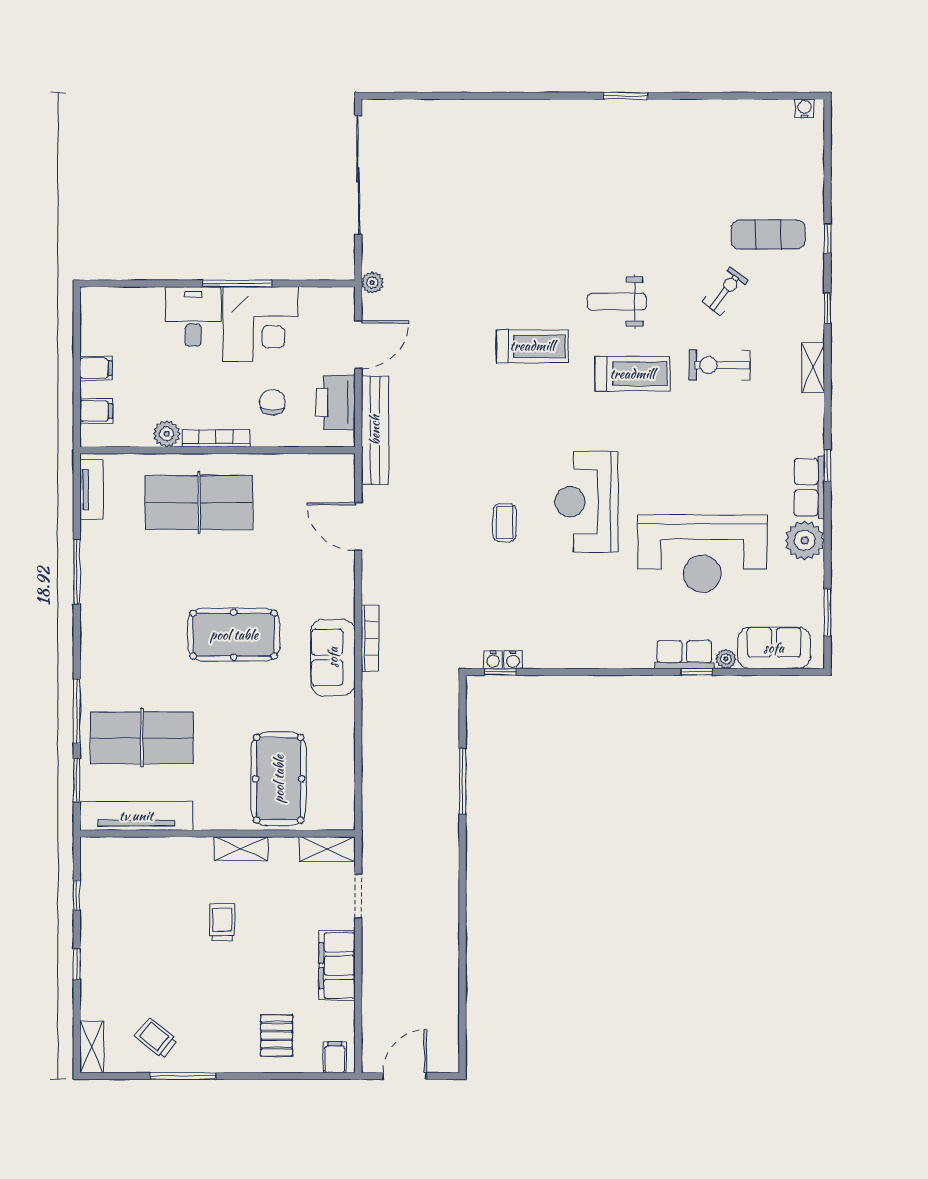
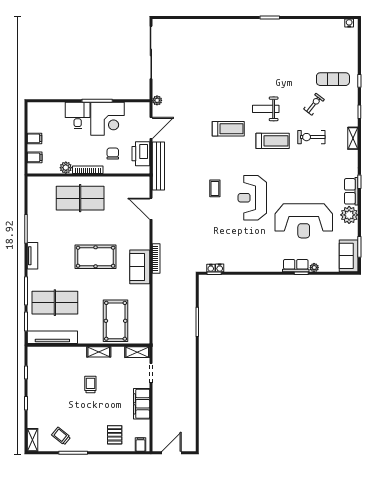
tv unit: (91, 490) -> (32, 256), moved
coffee table: (505, 523) -> (215, 188), moved
sofa: (774, 648) -> (349, 256), moved, turned -90

